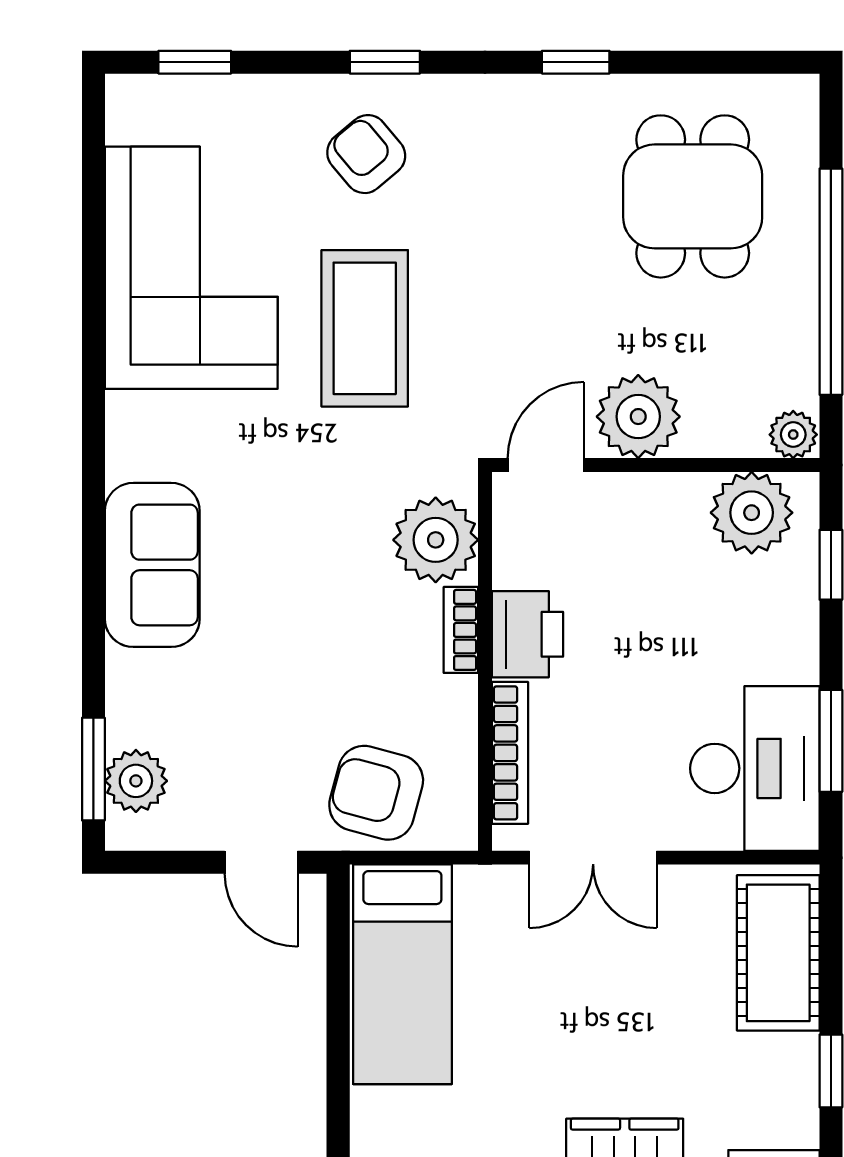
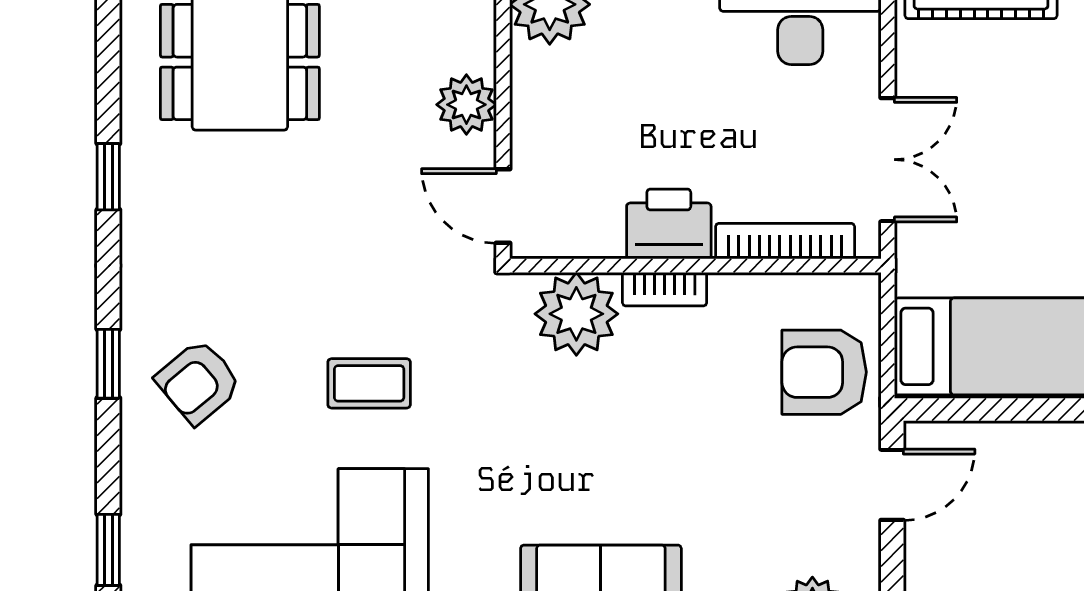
coffee table: (365, 328) -> (369, 383), width x0.54, depth x0.58
plant: (638, 417) -> (466, 105), width x0.73, depth x0.73
armchair: (376, 793) -> (824, 372), turned 75

